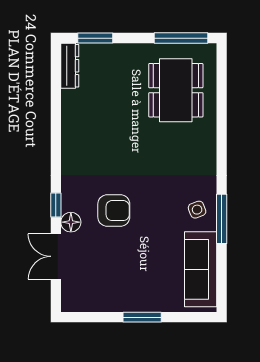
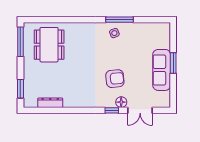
dresser: (70, 66) -> (50, 103), moved
dining table: (176, 90) -> (49, 45), turned 90
armchair: (114, 211) -> (115, 79), turned 84
sofa: (201, 269) -> (162, 70), moved, turned 90

